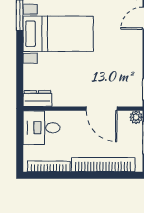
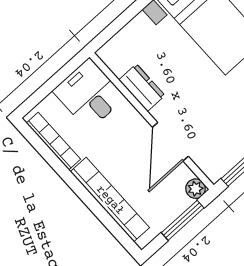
dresser: (37, 99) -> (142, 88), moved

